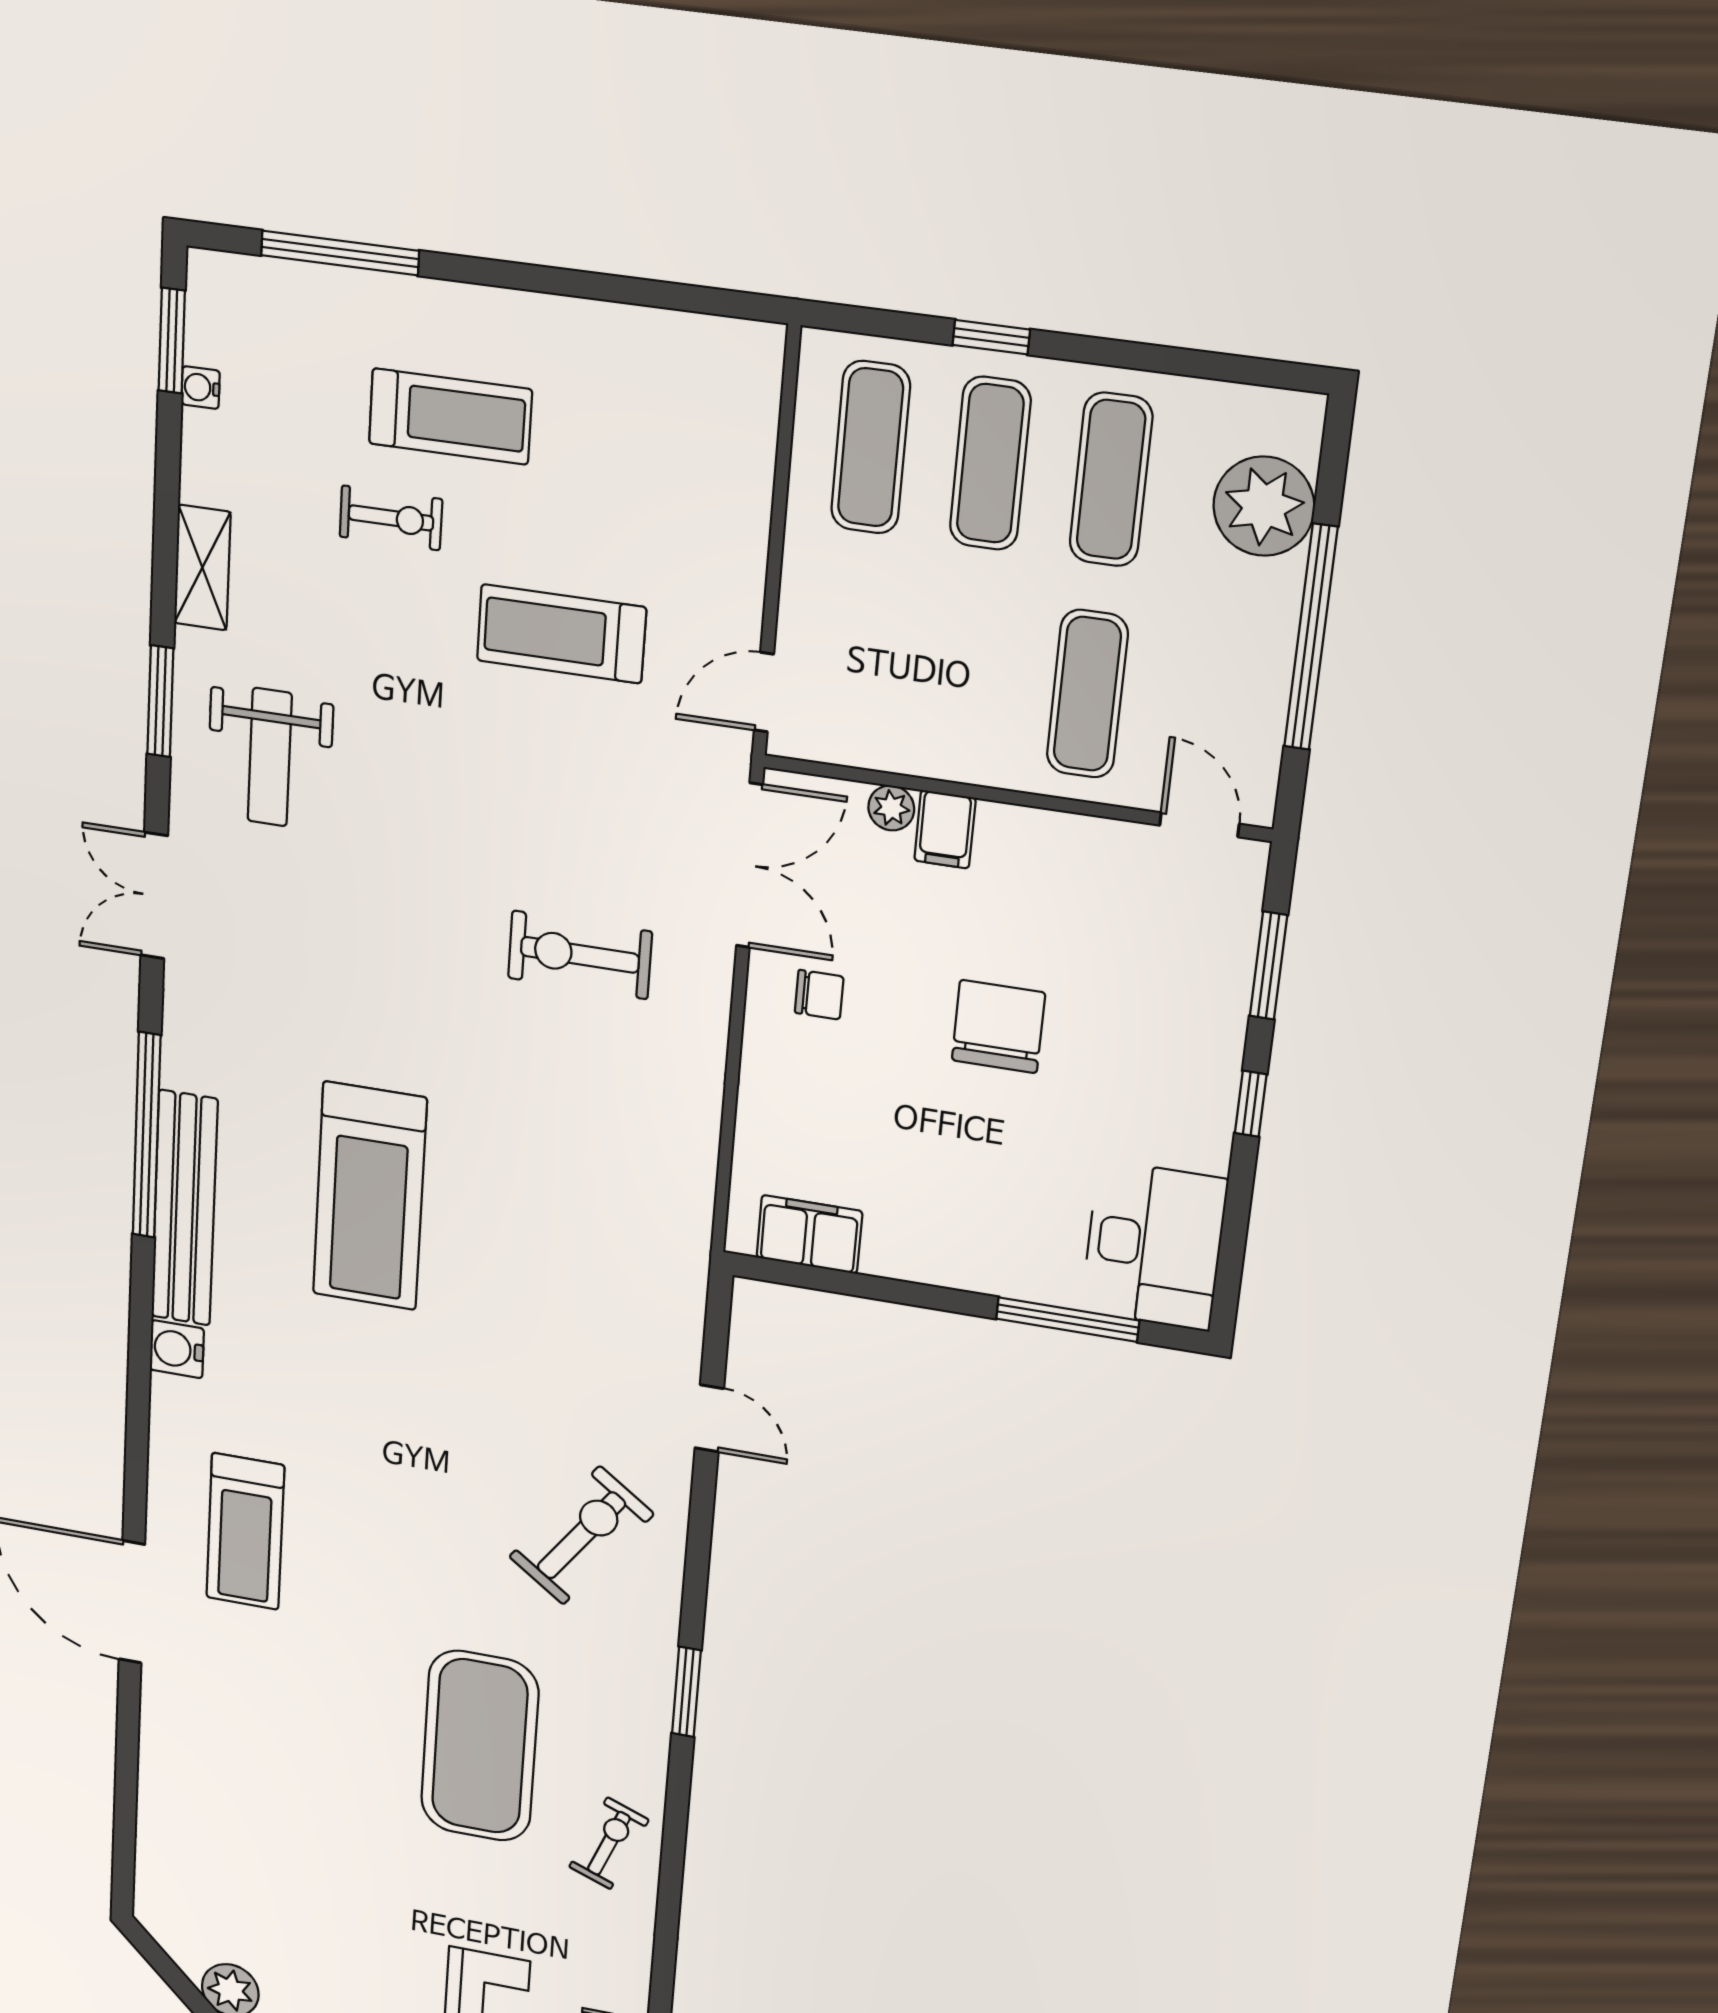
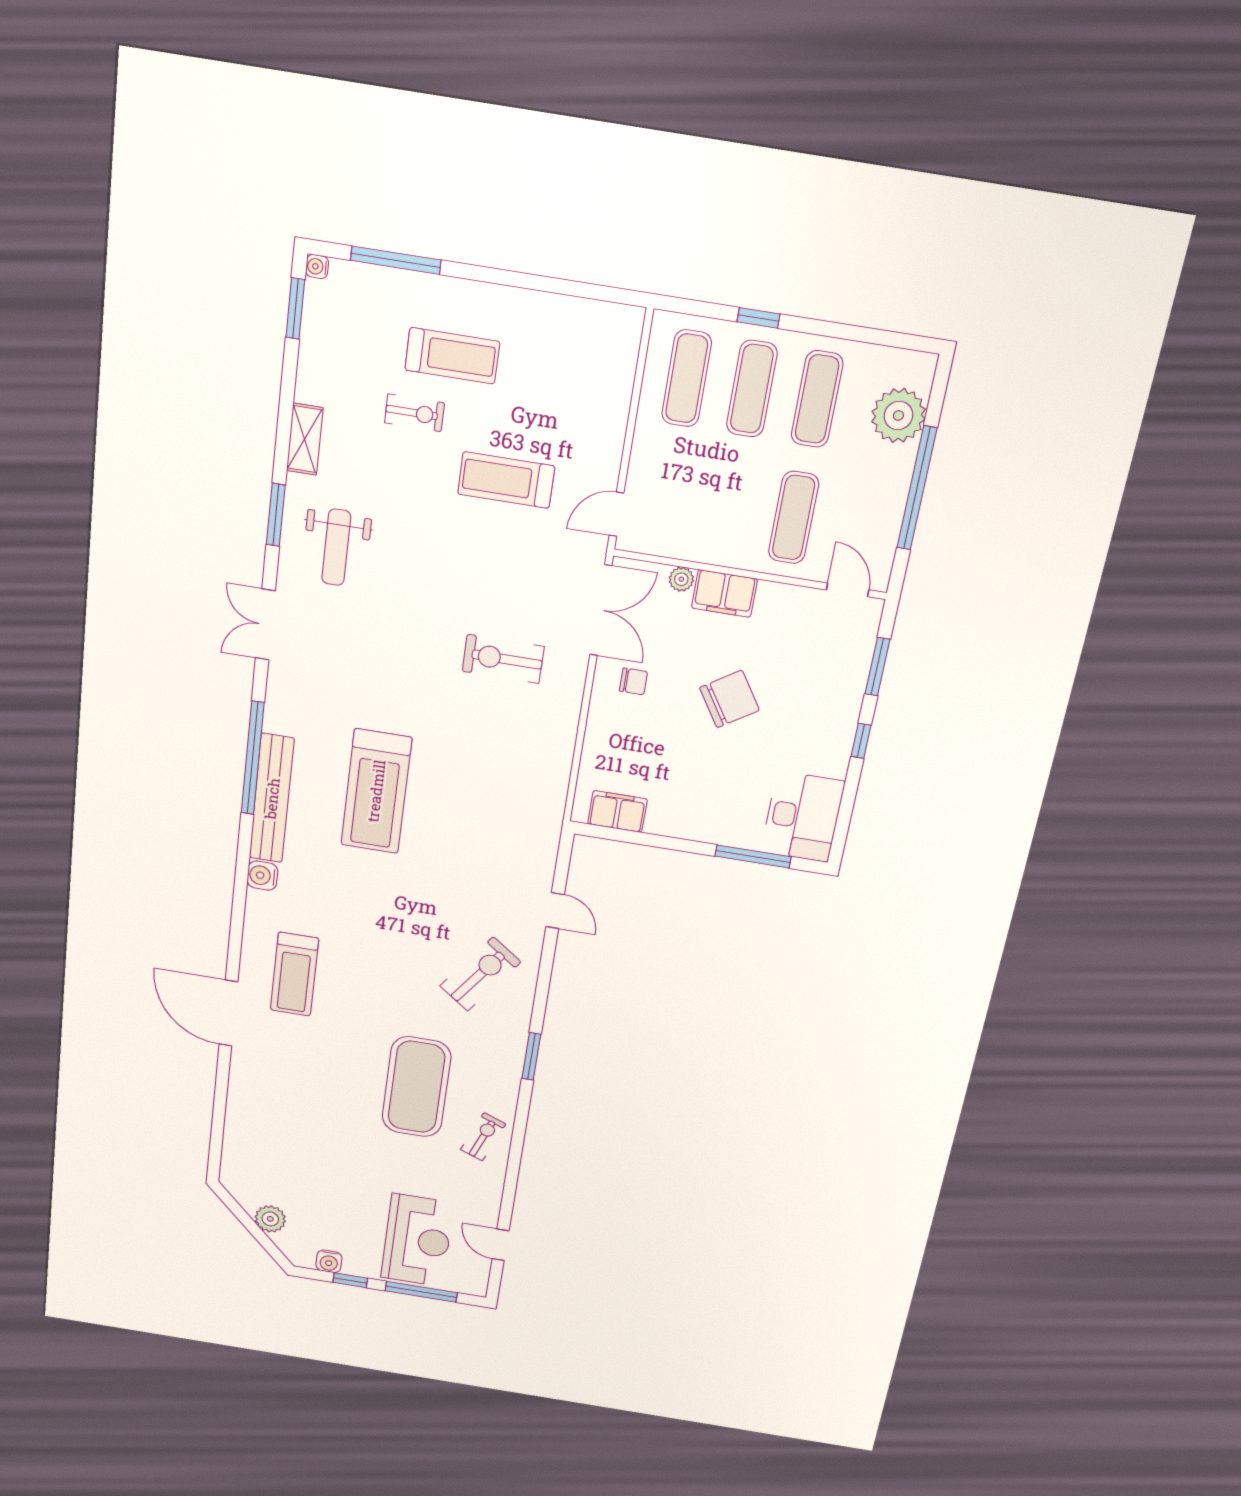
water cooler: (201, 388) -> (317, 267), moved
filing cabinet: (945, 829) -> (724, 594), width x2.00
chair: (998, 1026) -> (729, 699), turned 57

